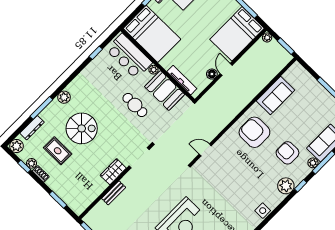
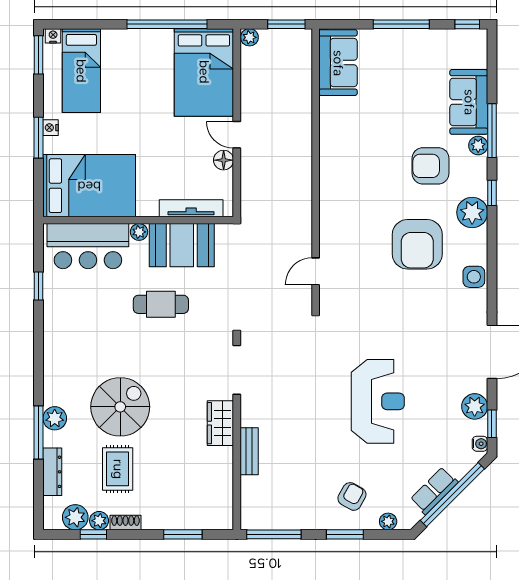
sofa: (275, 96) -> (338, 63), moved
plant: (64, 97) -> (55, 418), moved
armchair: (254, 132) -> (417, 244), moved, turned -90
plant: (16, 146) -> (75, 517), moved
rug: (58, 151) -> (118, 469), turned 90

